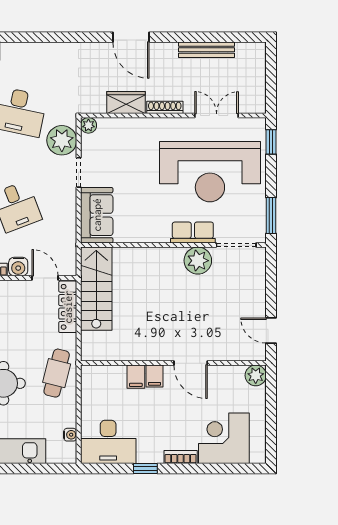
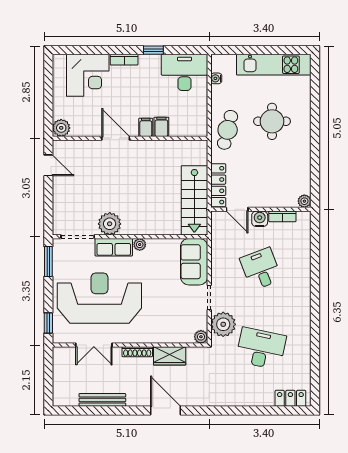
plant: (162, 236) -> (140, 245), added

